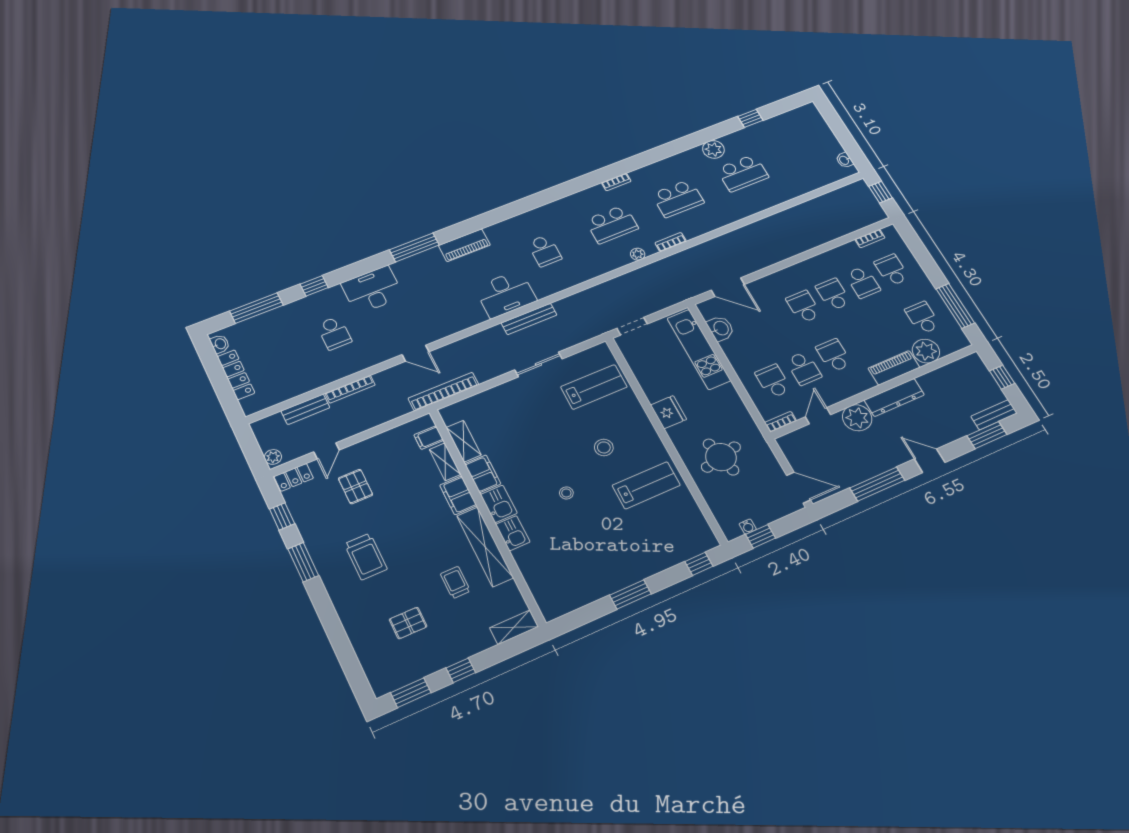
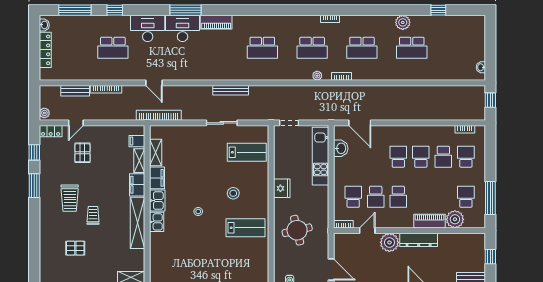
school desk: (544, 251) -> (262, 48), width x1.85
desk: (506, 294) -> (183, 28), moved, turned 180
school desk: (334, 333) -> (113, 48), width x1.85
school desk: (834, 355) -> (398, 197), turned 180
trolley: (455, 582) -> (93, 215), moved

